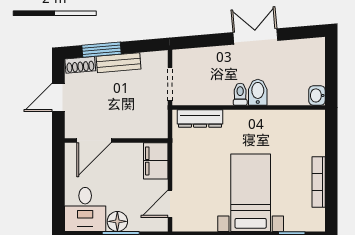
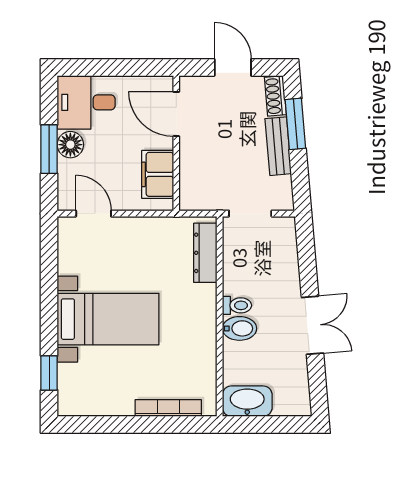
washbasin: (317, 95) -> (247, 401), width x1.91, depth x1.45
filing cabinet: (156, 161) -> (158, 174), moved, turned -90
bookcase: (319, 182) -> (168, 408), moved

